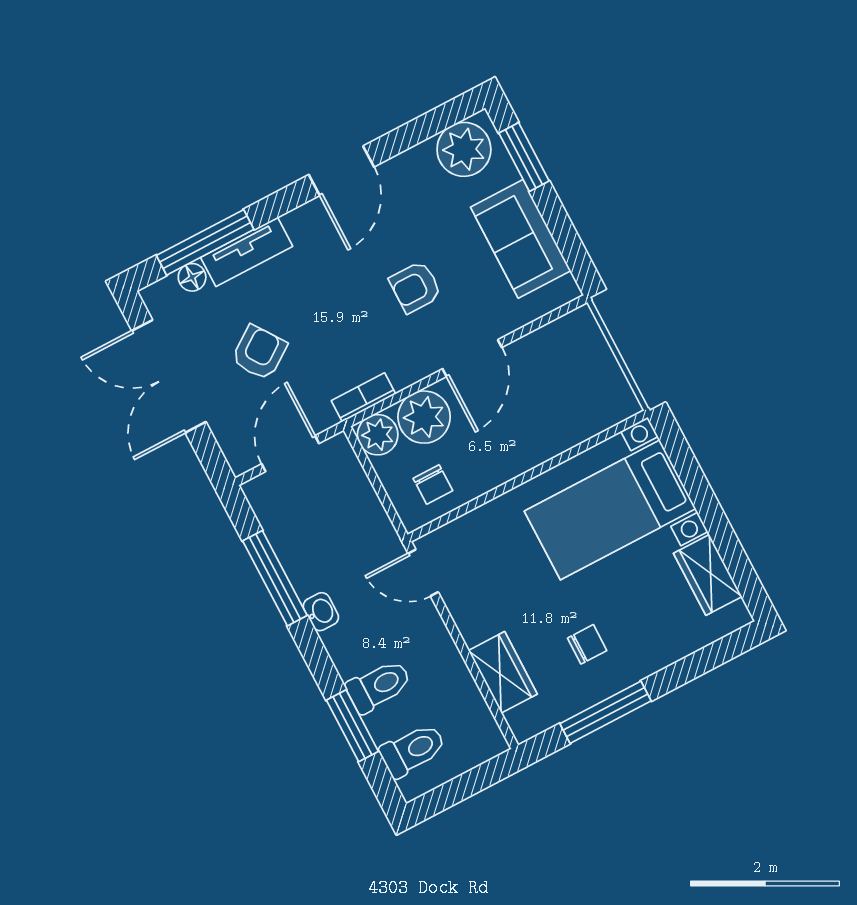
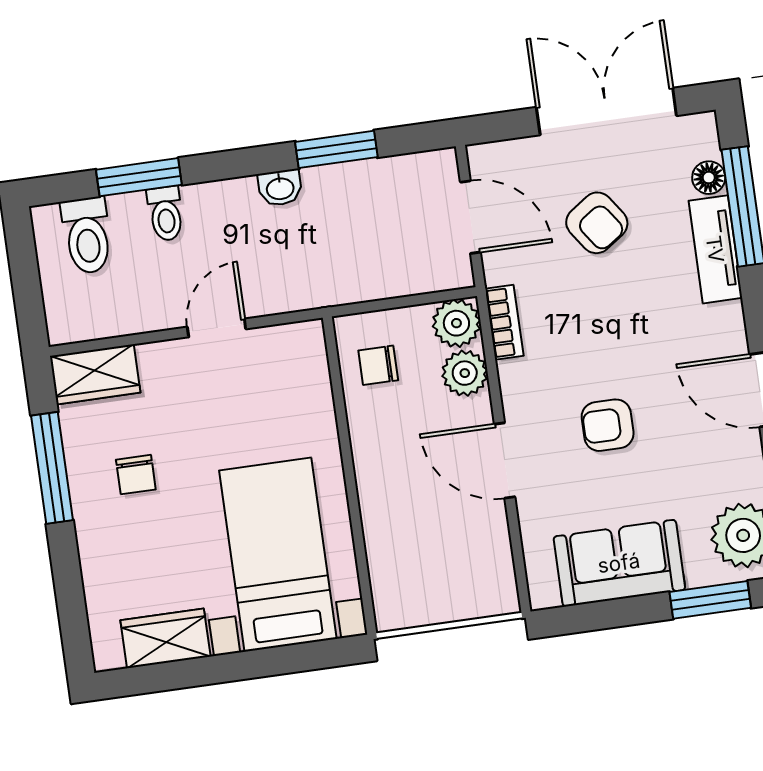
armchair: (415, 287) -> (608, 425), turned -90
plant: (424, 417) -> (465, 373), width x0.73, depth x0.73
door: (423, 573) -> (217, 328), moved
window: (275, 578) -> (336, 149), width x0.69
wardrobe: (503, 672) -> (95, 374), moved
toilet: (379, 686) -> (166, 214), width x0.73, depth x0.72

